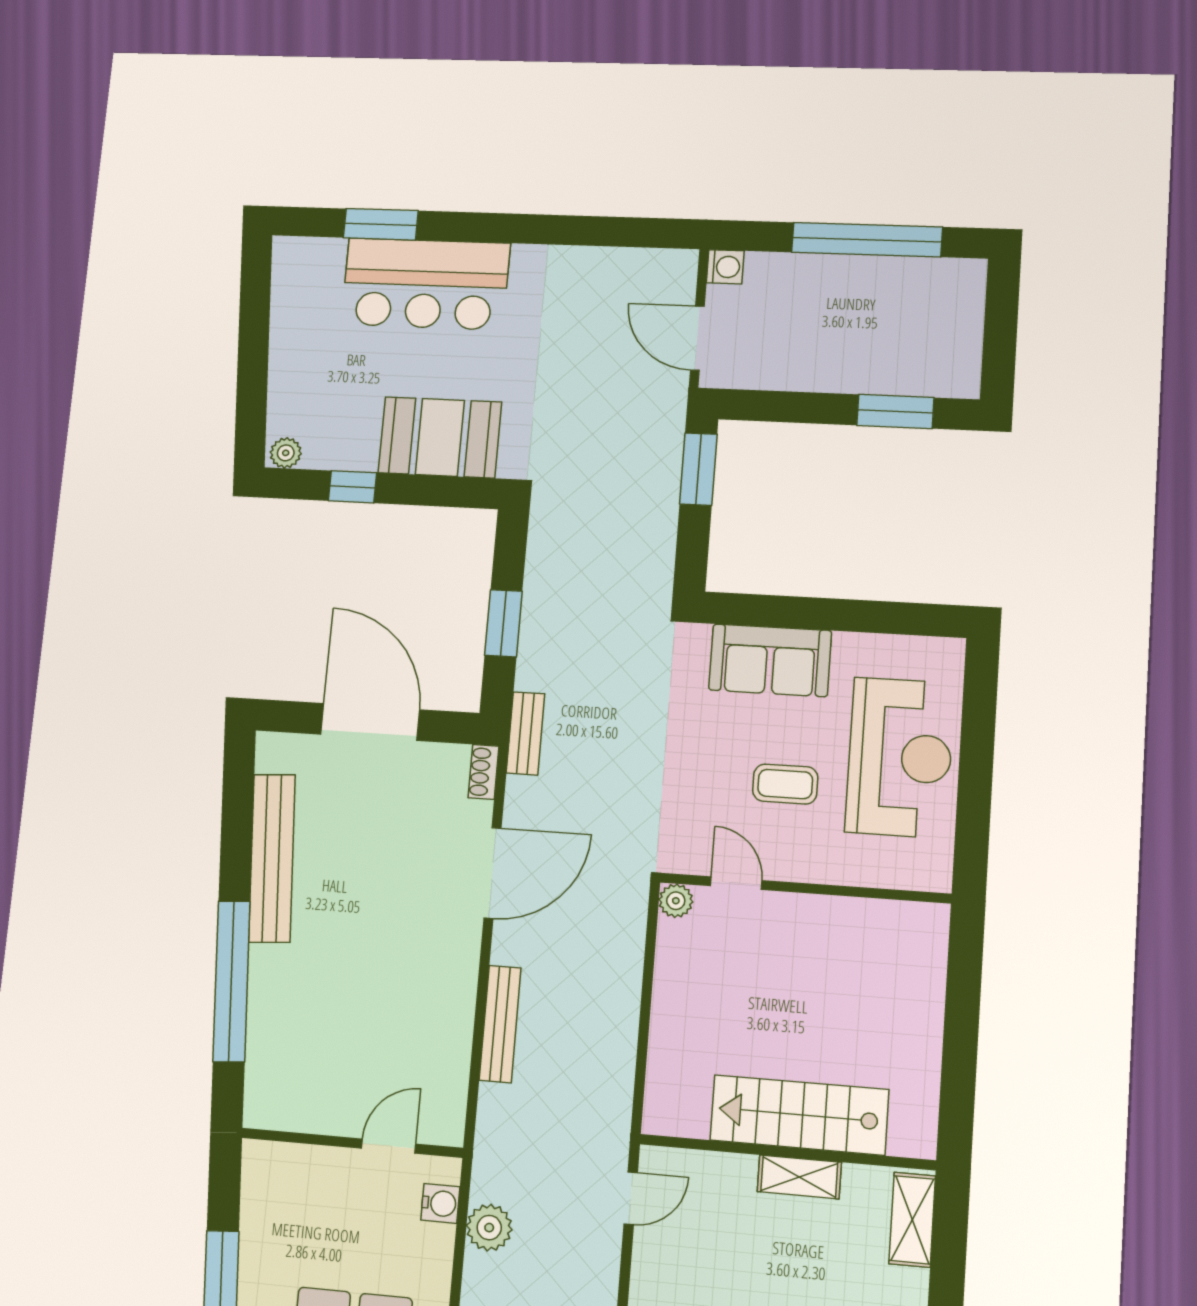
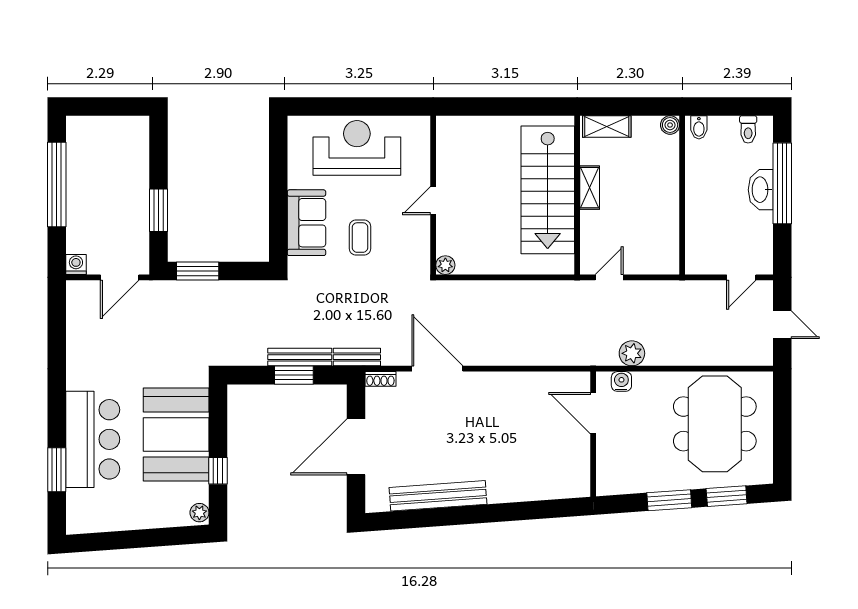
window: (895, 411) -> (159, 210), moved
booth: (440, 437) -> (176, 434), width x1.36, depth x1.42
coffee table: (785, 784) -> (360, 238), moved
door: (736, 883) -> (433, 201), moved
window: (231, 981) -> (509, 512), removed
bench: (500, 1024) -> (300, 357), moved
stairs: (799, 1115) -> (548, 190), width x1.36, depth x1.51
door: (389, 1146) -> (593, 413), width x1.38
door: (631, 1198) -> (609, 277), hinge flipped

